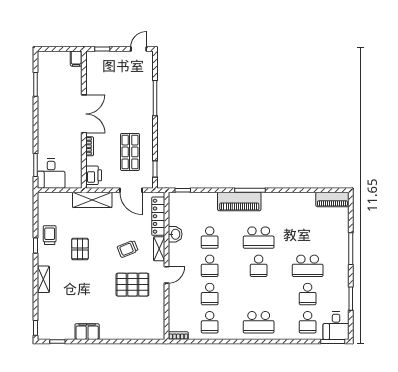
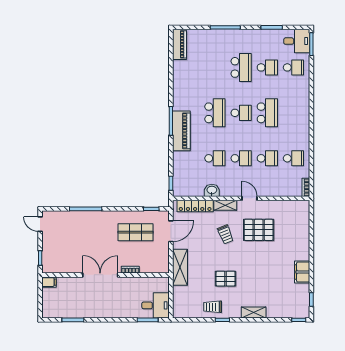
printer: (94, 175) -> (157, 266), removed
pallet: (132, 285) -> (259, 230), turned 90
school desk: (259, 322) -> (267, 113), moved

